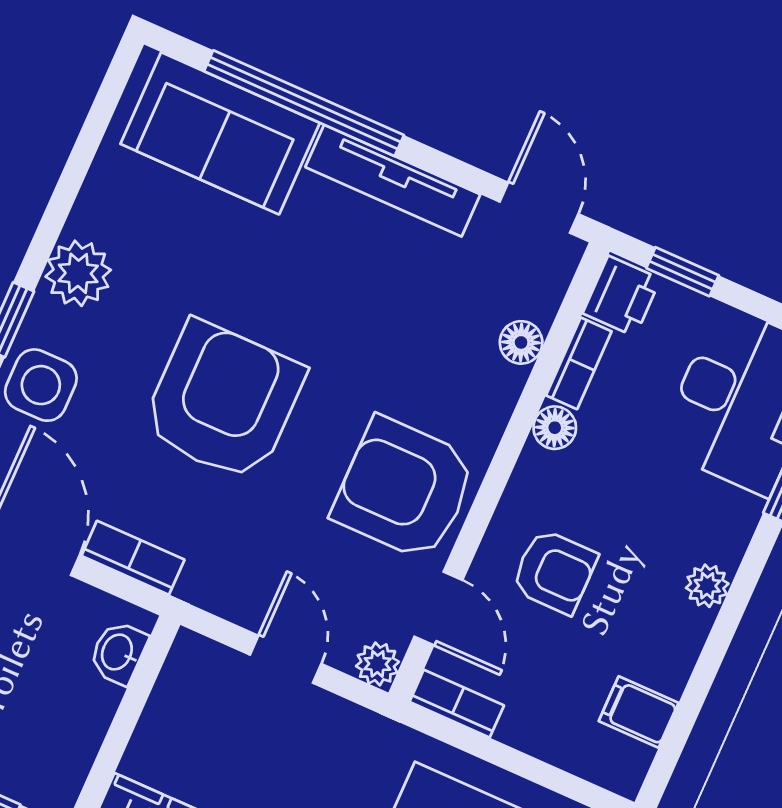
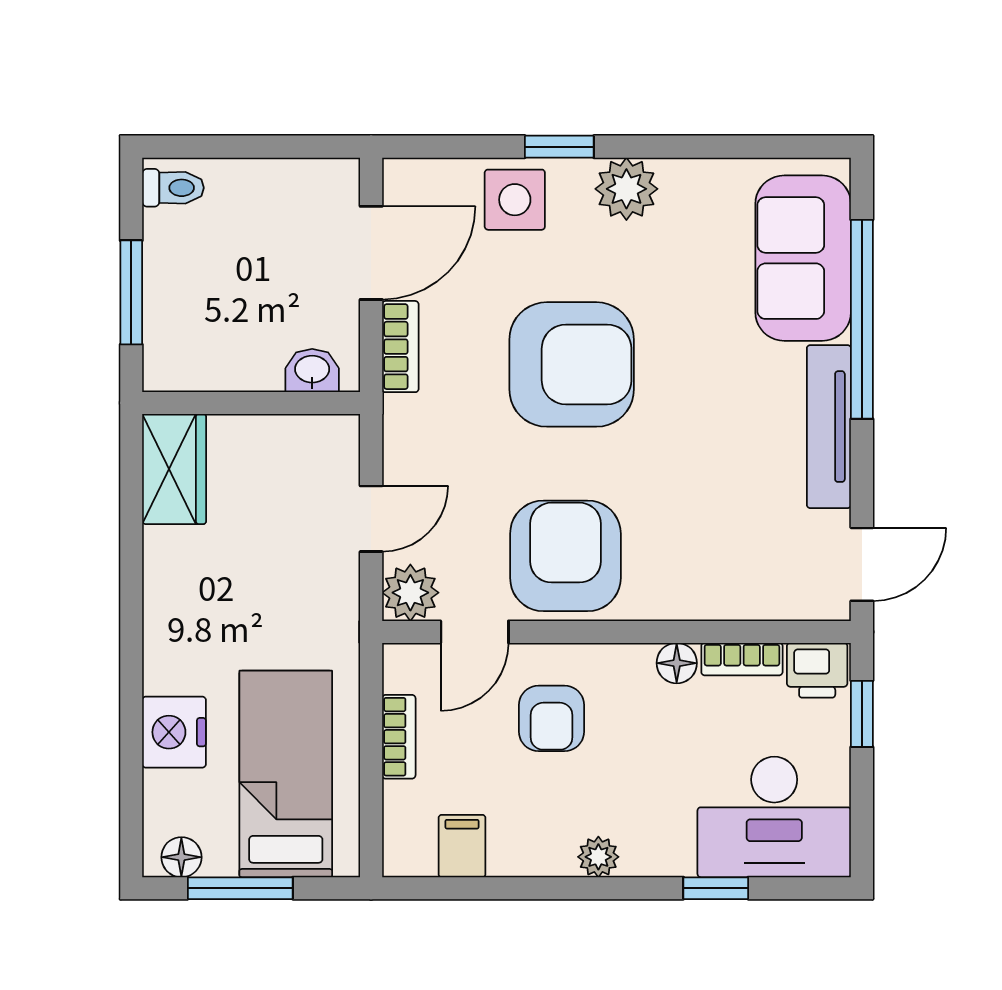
floor lamp: (521, 342) -> (738, 601), removed
plant: (378, 664) -> (410, 593), width x1.38, depth x1.38
bookcase: (457, 704) -> (399, 737), moved

